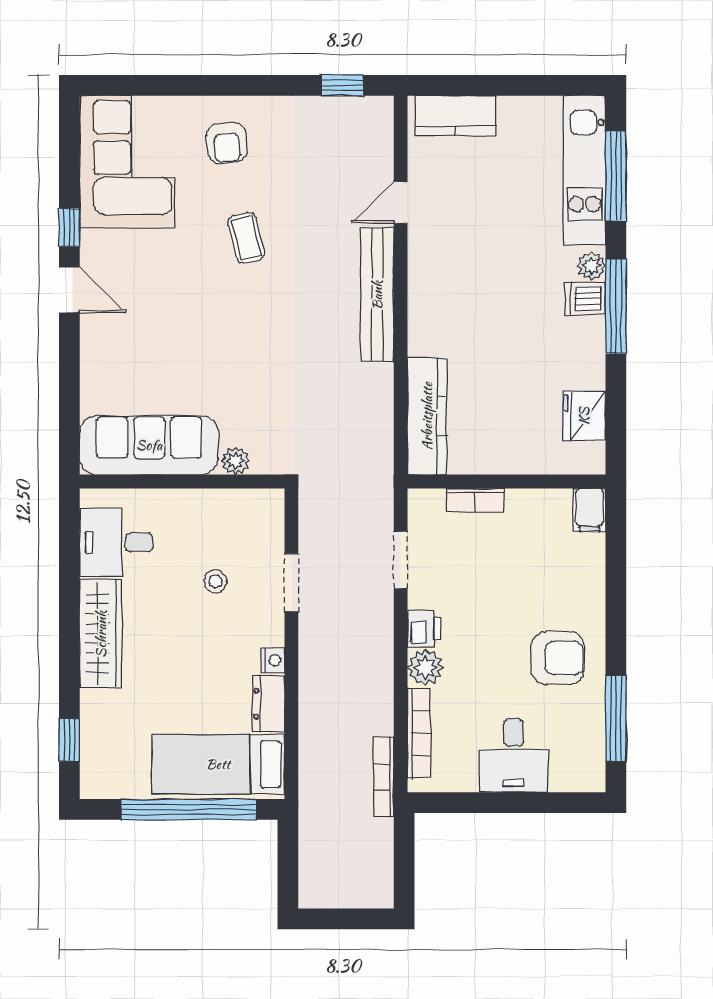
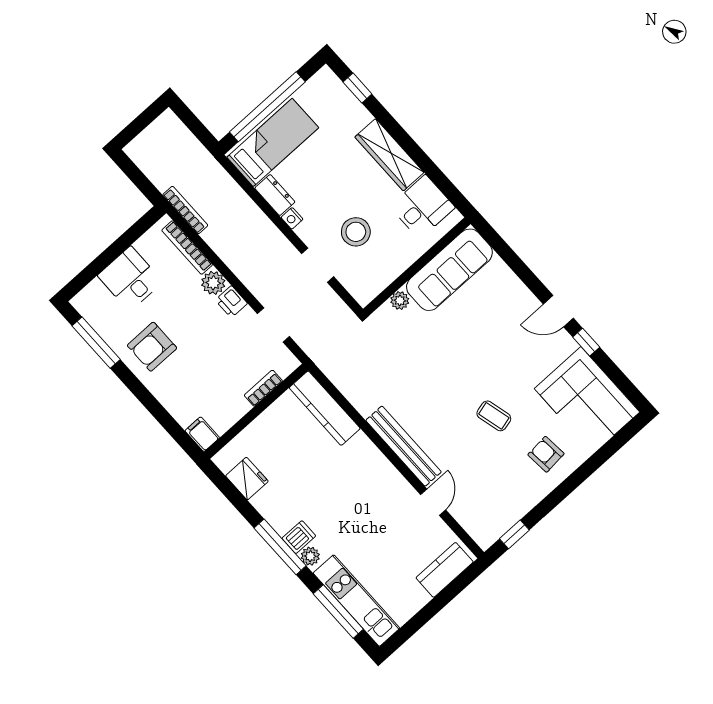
stool: (215, 581) -> (356, 232), width x1.89, depth x1.89

